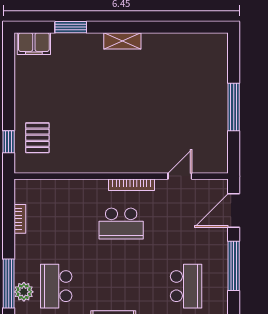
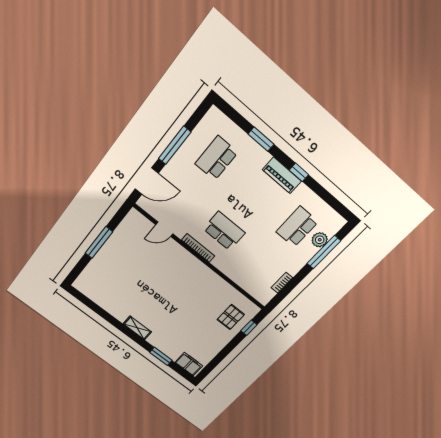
school desk: (56, 286) -> (297, 227), turned 180

